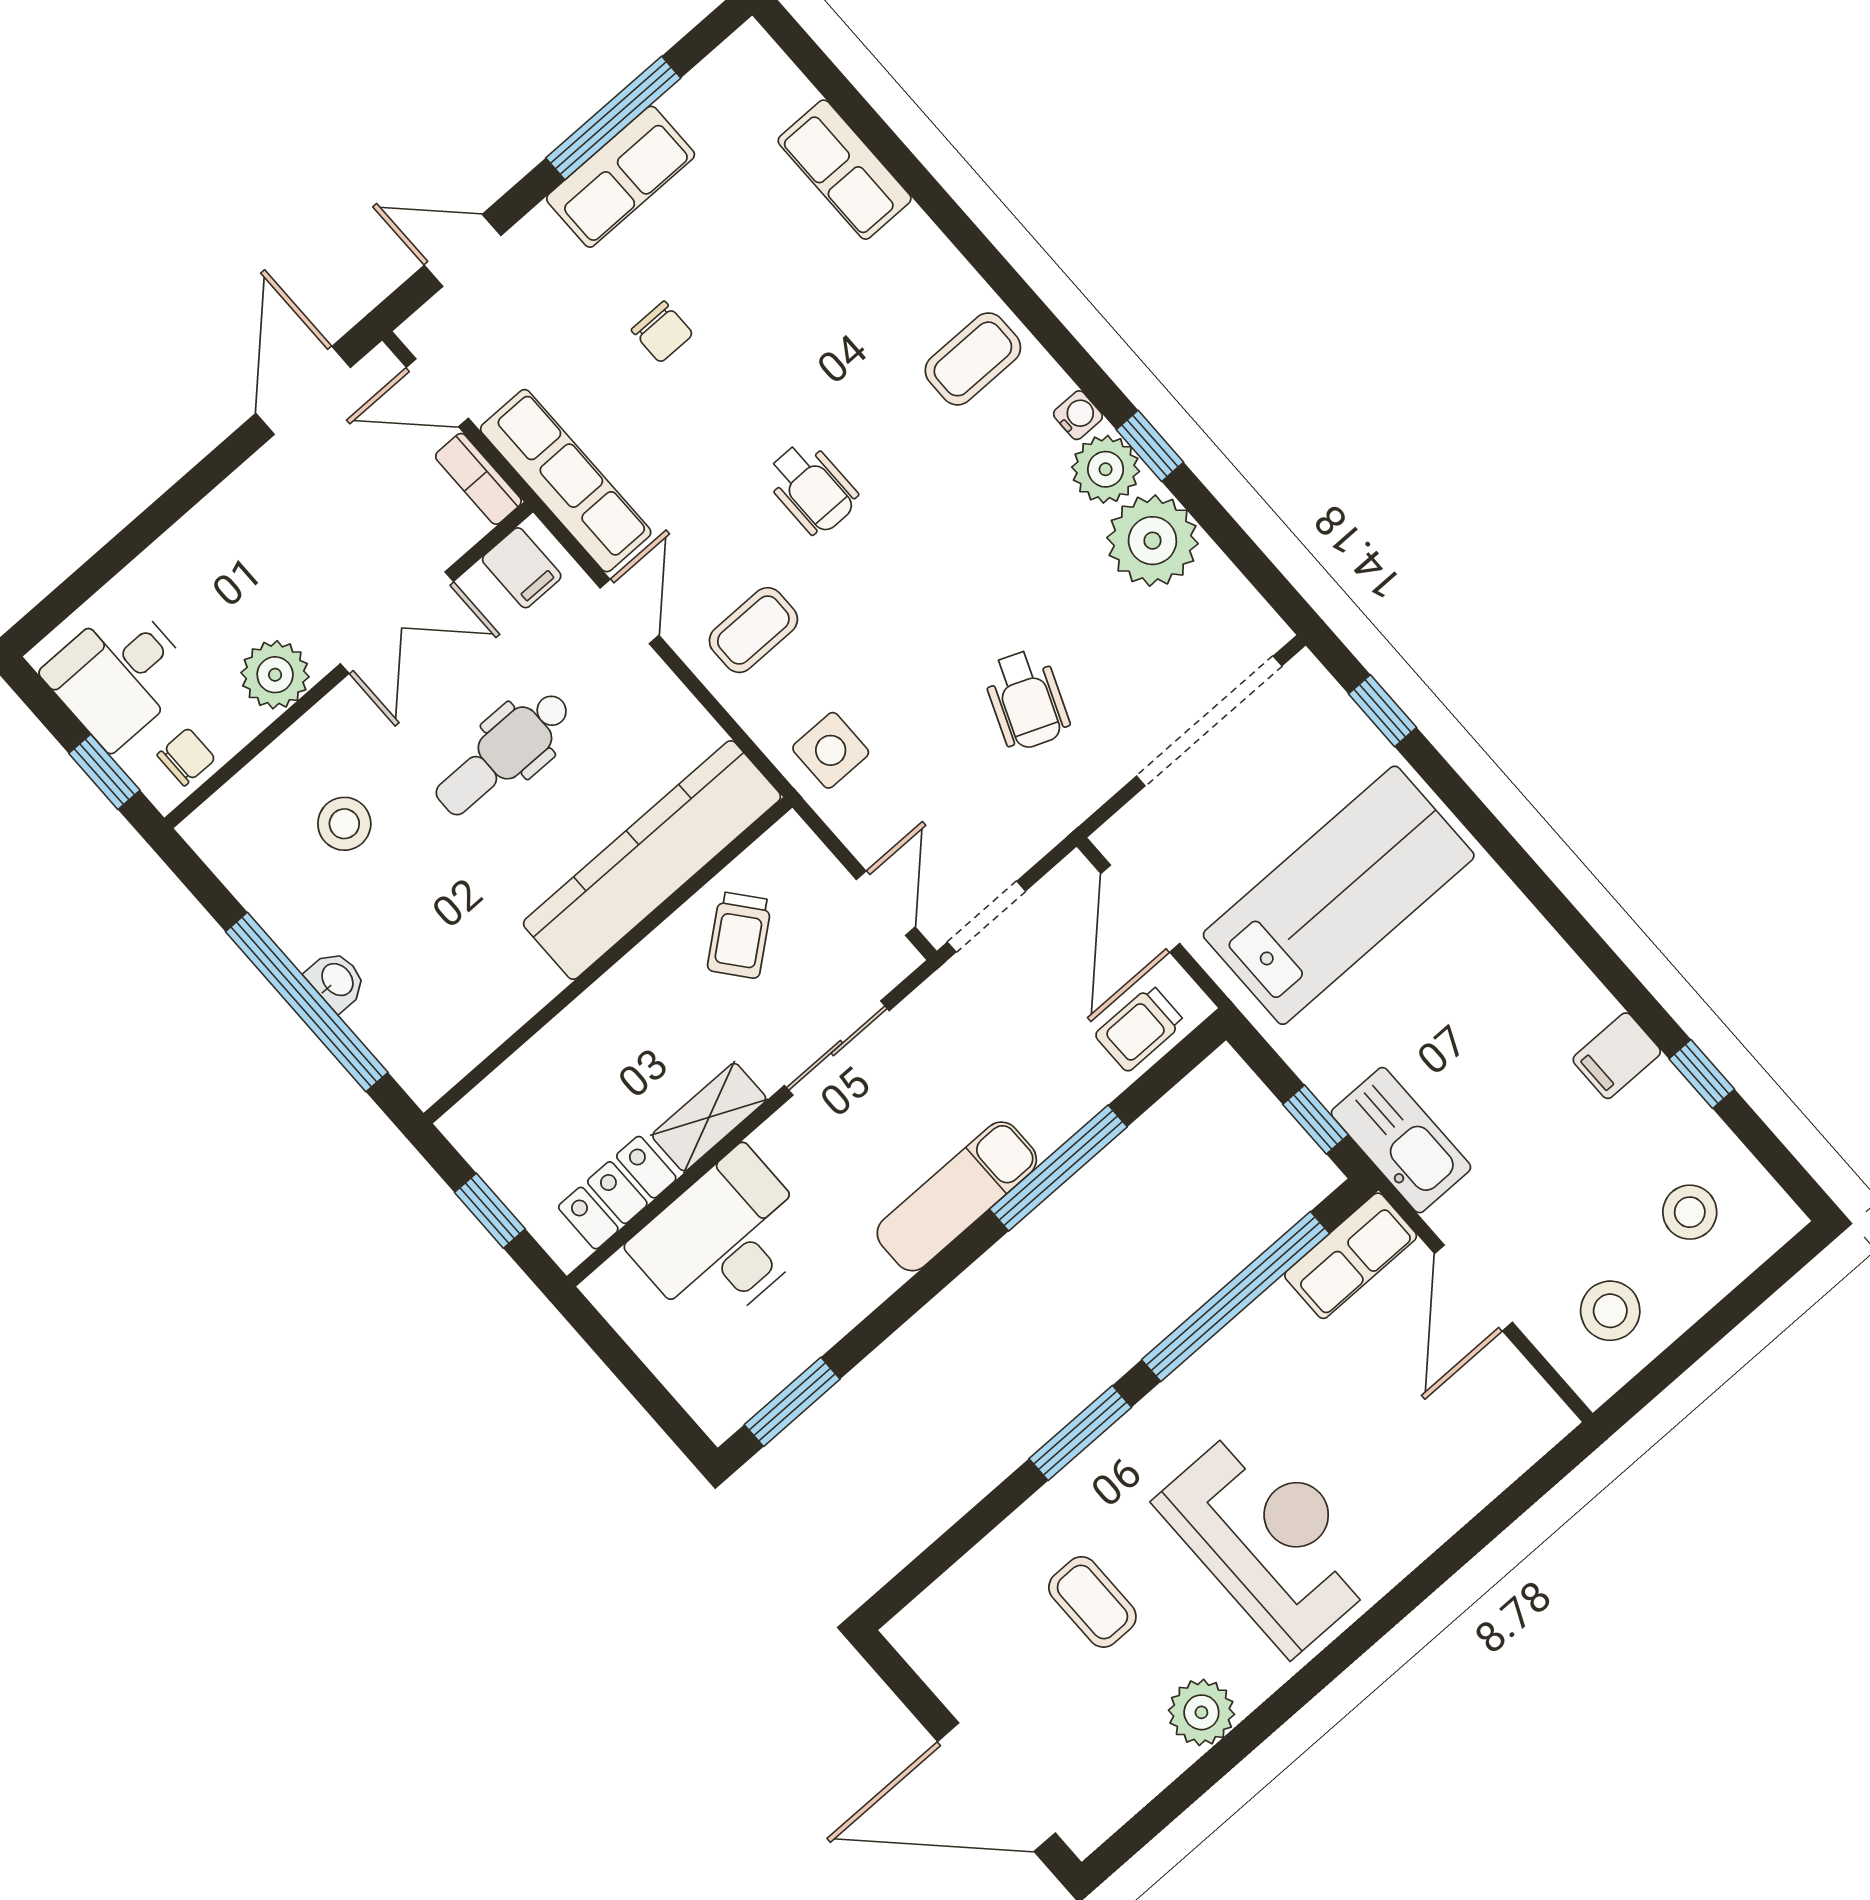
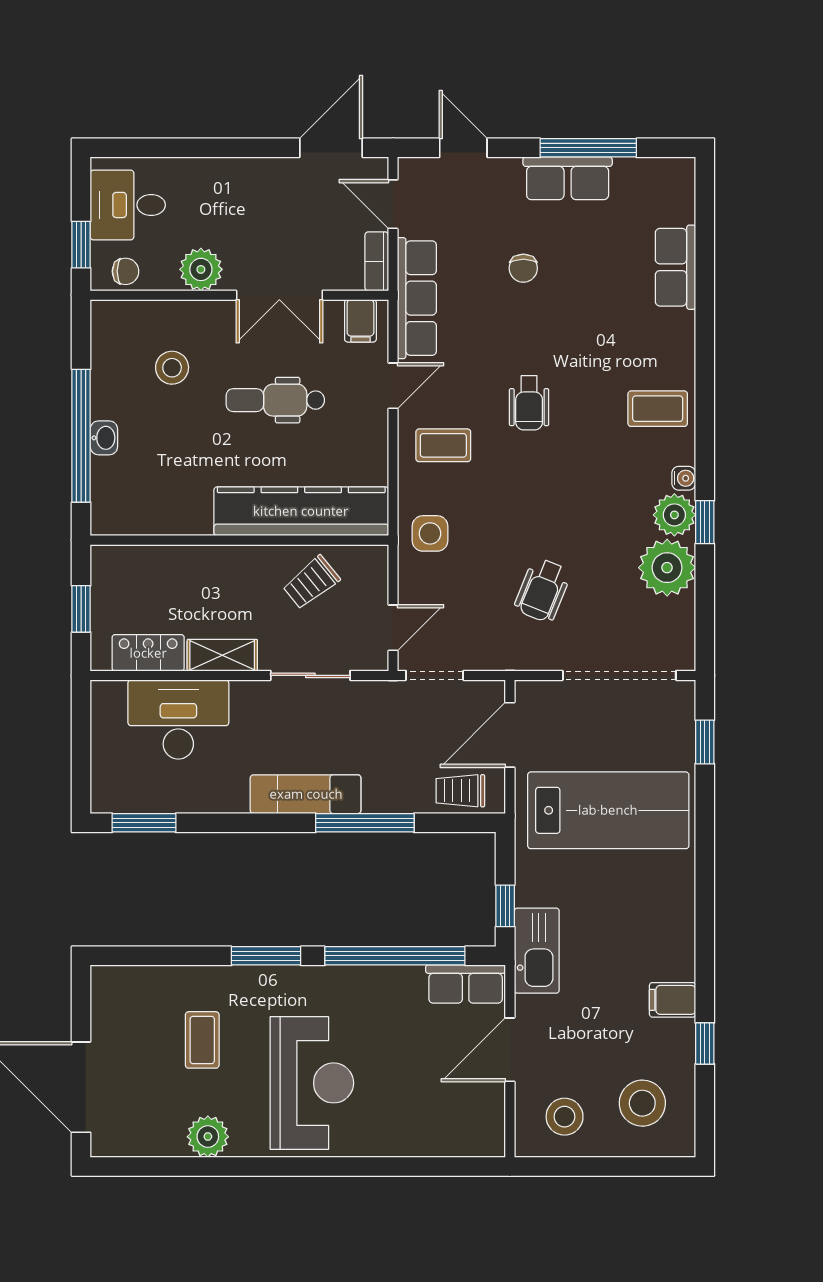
stool: (1690, 1212) -> (642, 1103), width x1.38, depth x1.38

